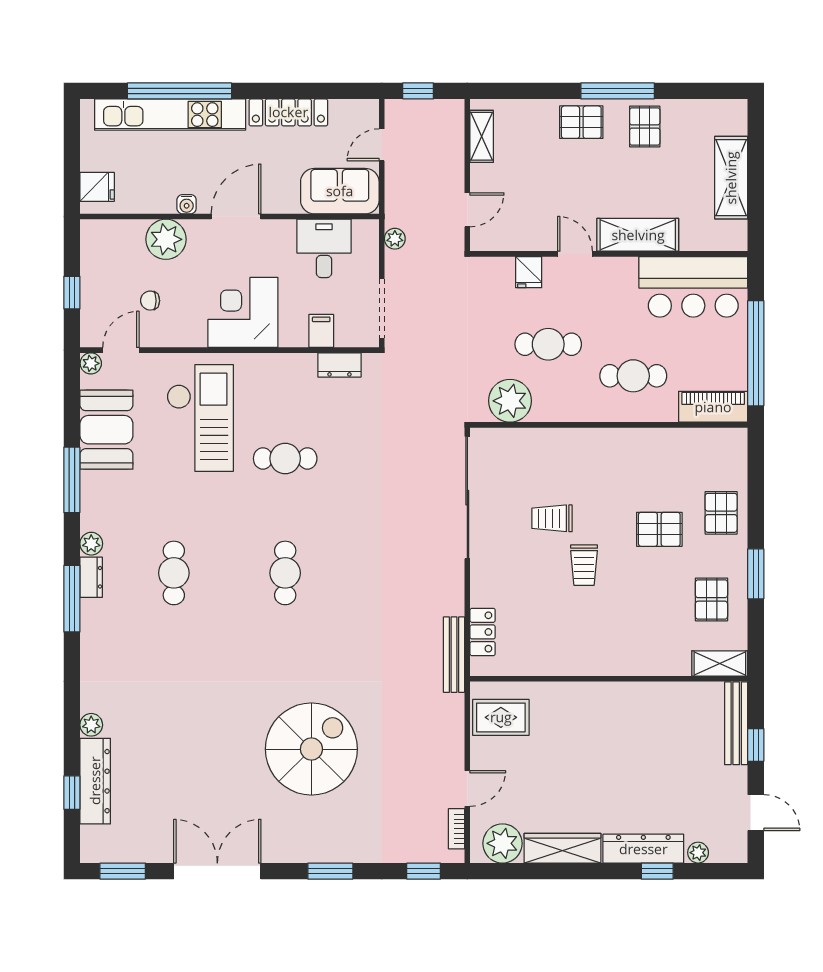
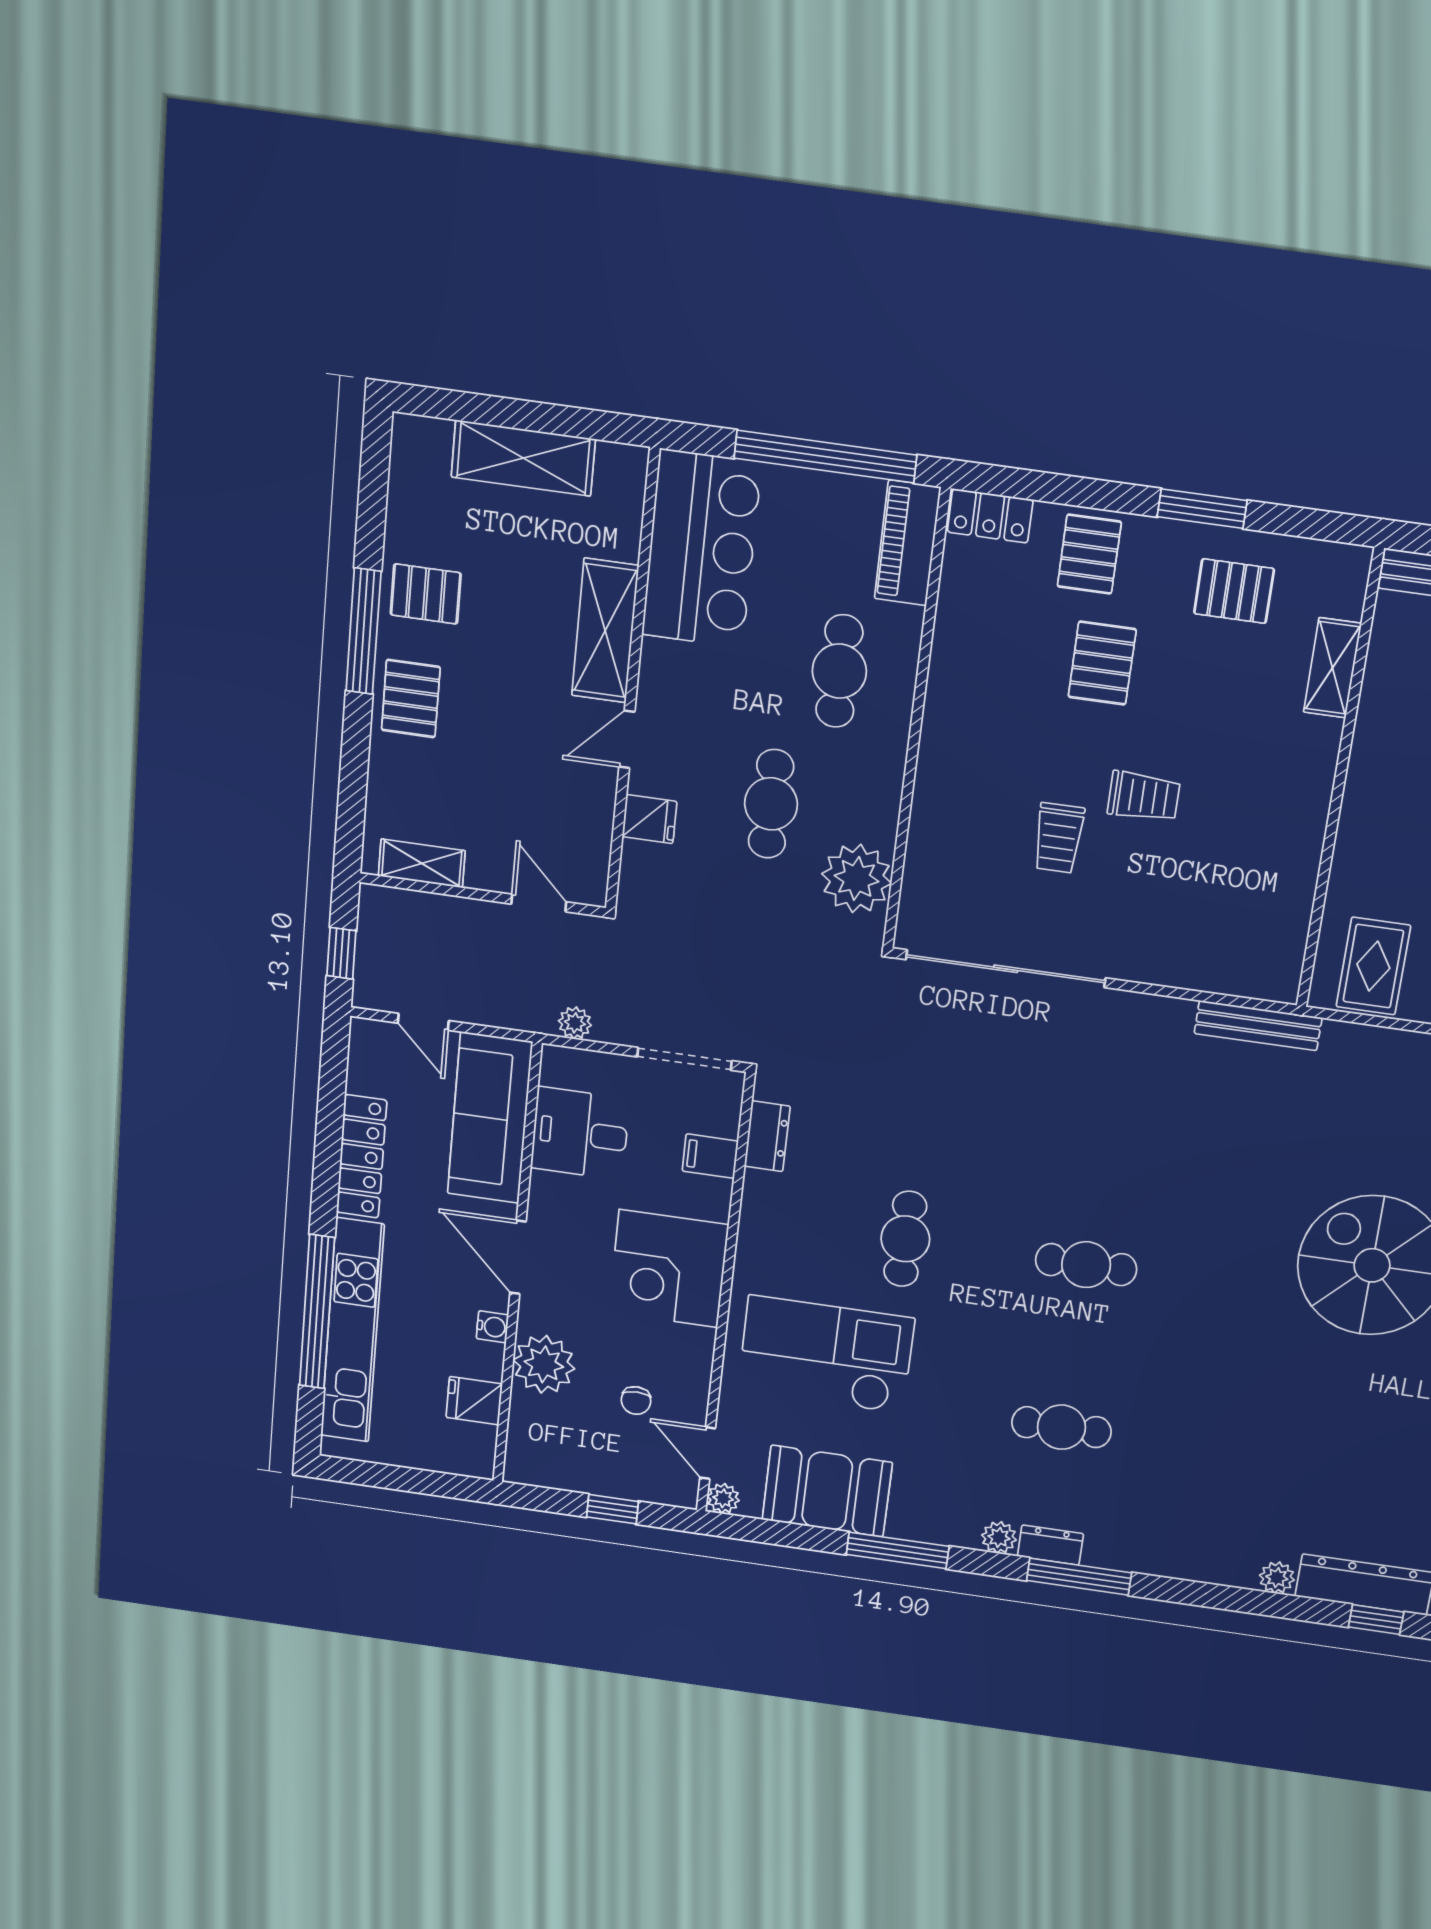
fridge: (97, 187) -> (474, 1401), moved, turned -90
sofa: (340, 191) -> (490, 1118), width x1.36
pallet: (721, 513) -> (1089, 554), turned 90
locker: (483, 632) -> (990, 516), moved, turned 180
shelving: (720, 663) -> (1332, 668), moved

